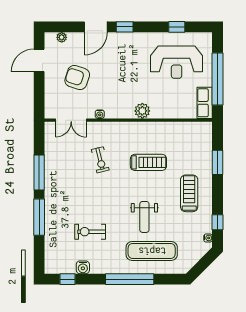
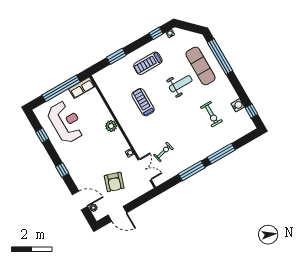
door: (96, 27) -> (80, 201), moved
exercise bike: (100, 160) -> (163, 152), moved
window: (130, 279) -> (220, 57), moved

